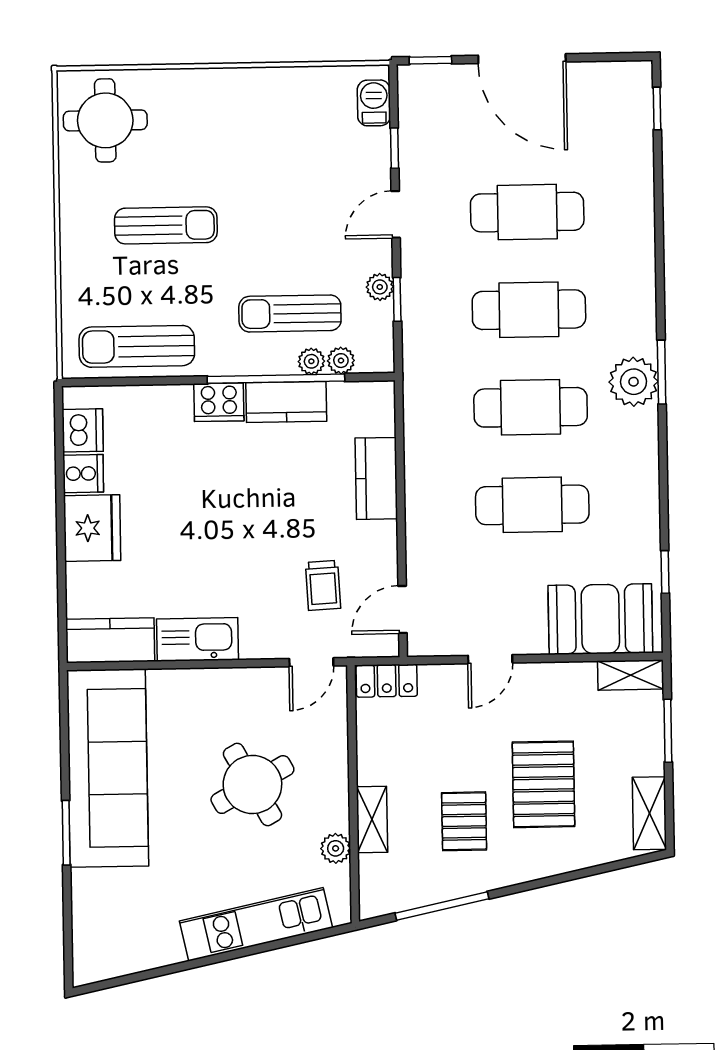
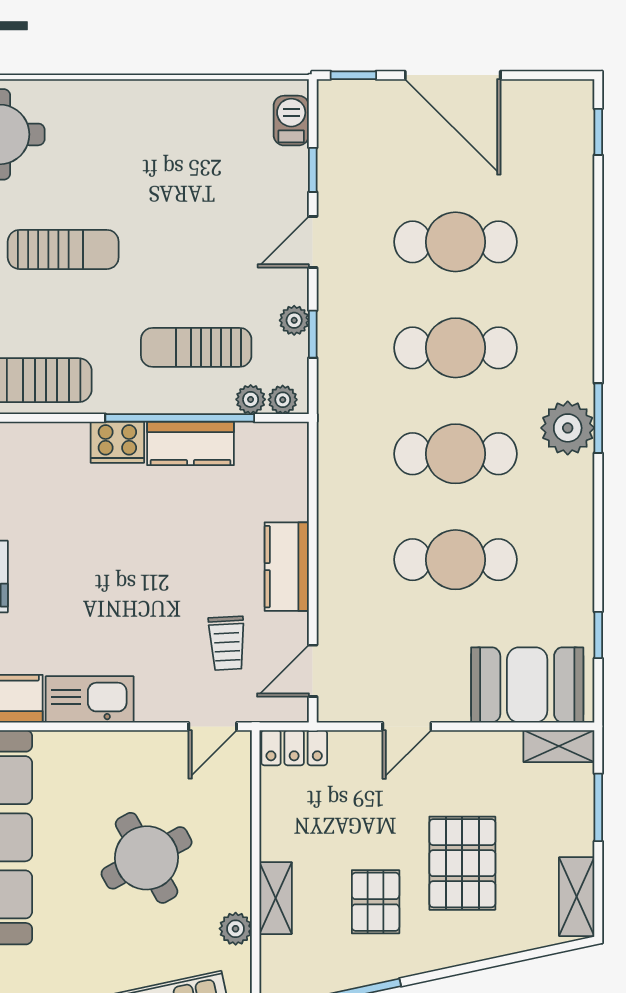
plant: (311, 361) -> (283, 400), moved
kitchen counter: (376, 478) -> (287, 567), moved

